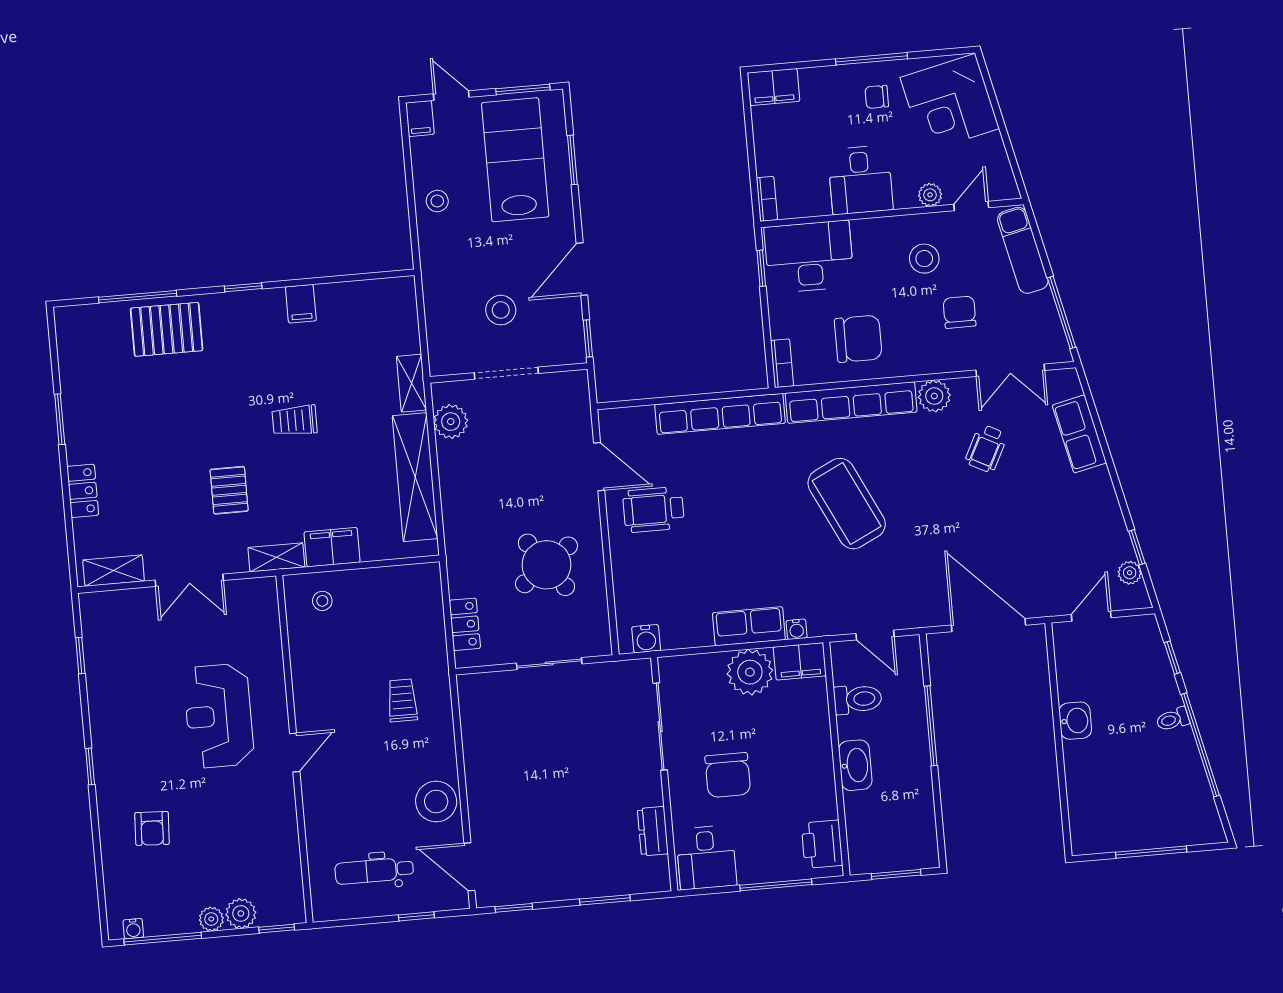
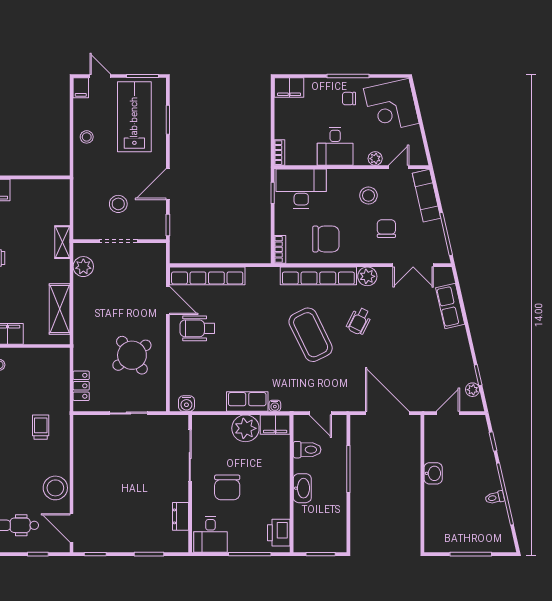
row of seats: (720, 414) -> (207, 276), moved
wheelchair: (986, 448) -> (359, 321), moved
shelving: (415, 477) -> (60, 309), width x0.68
toilet: (1173, 719) -> (495, 498), moved

